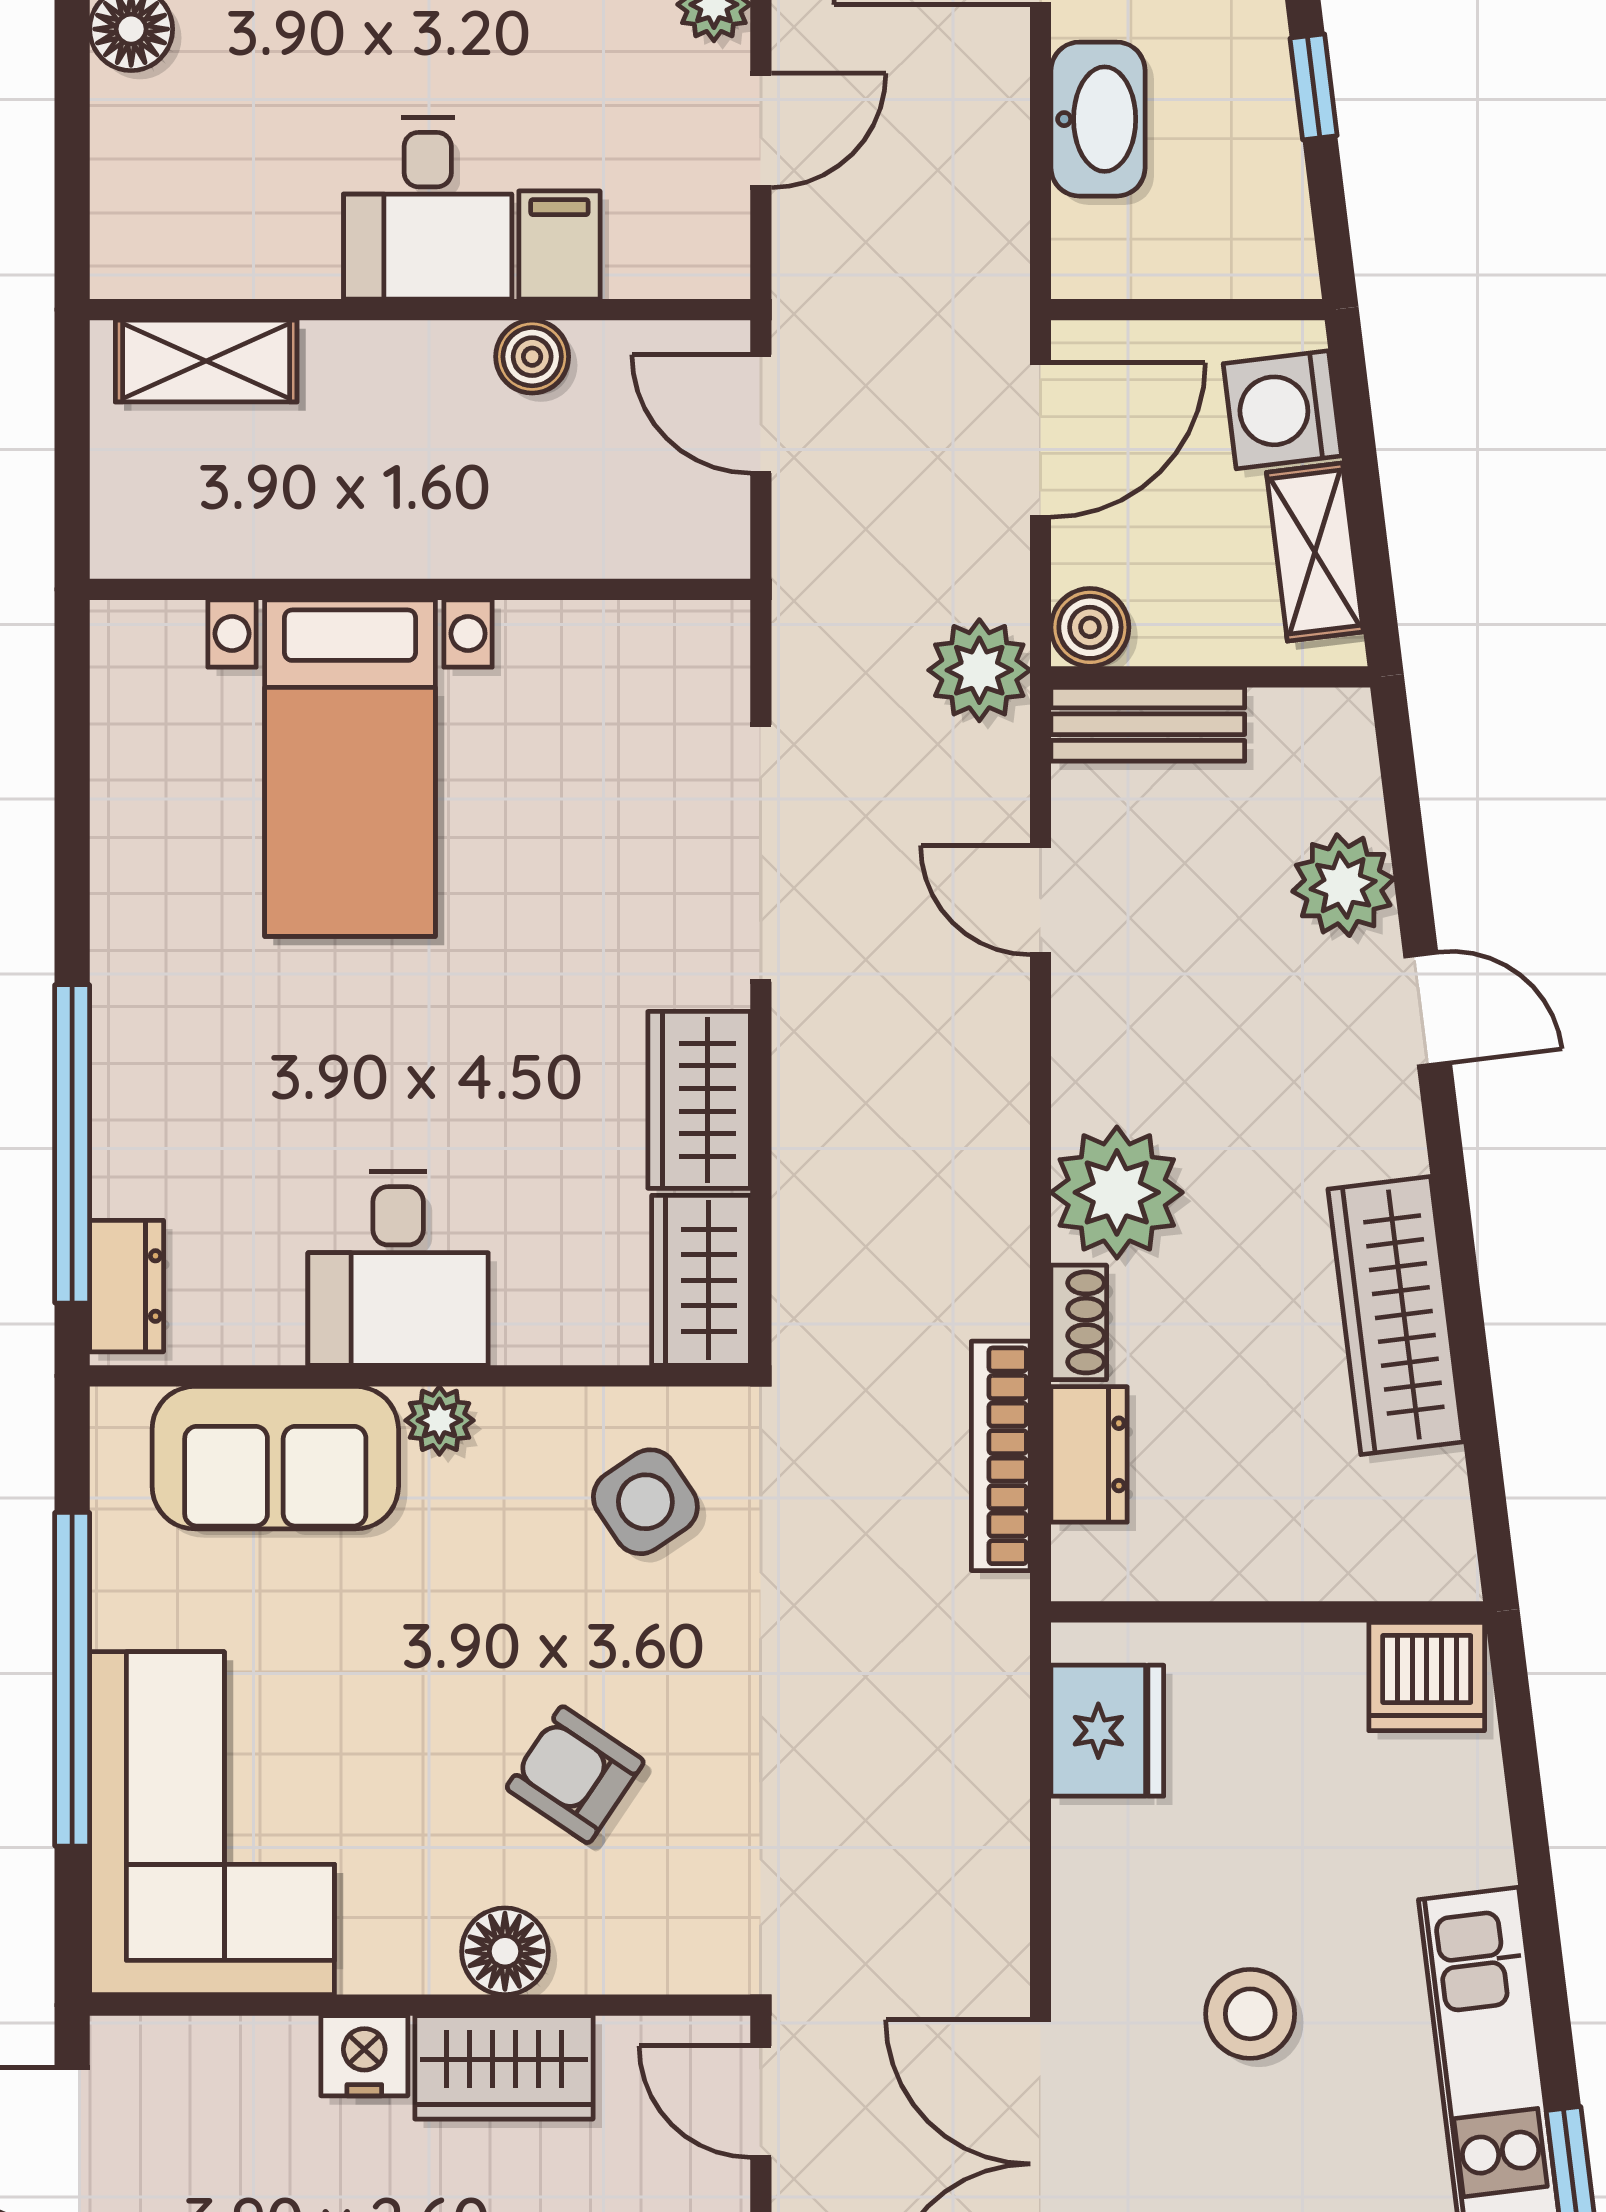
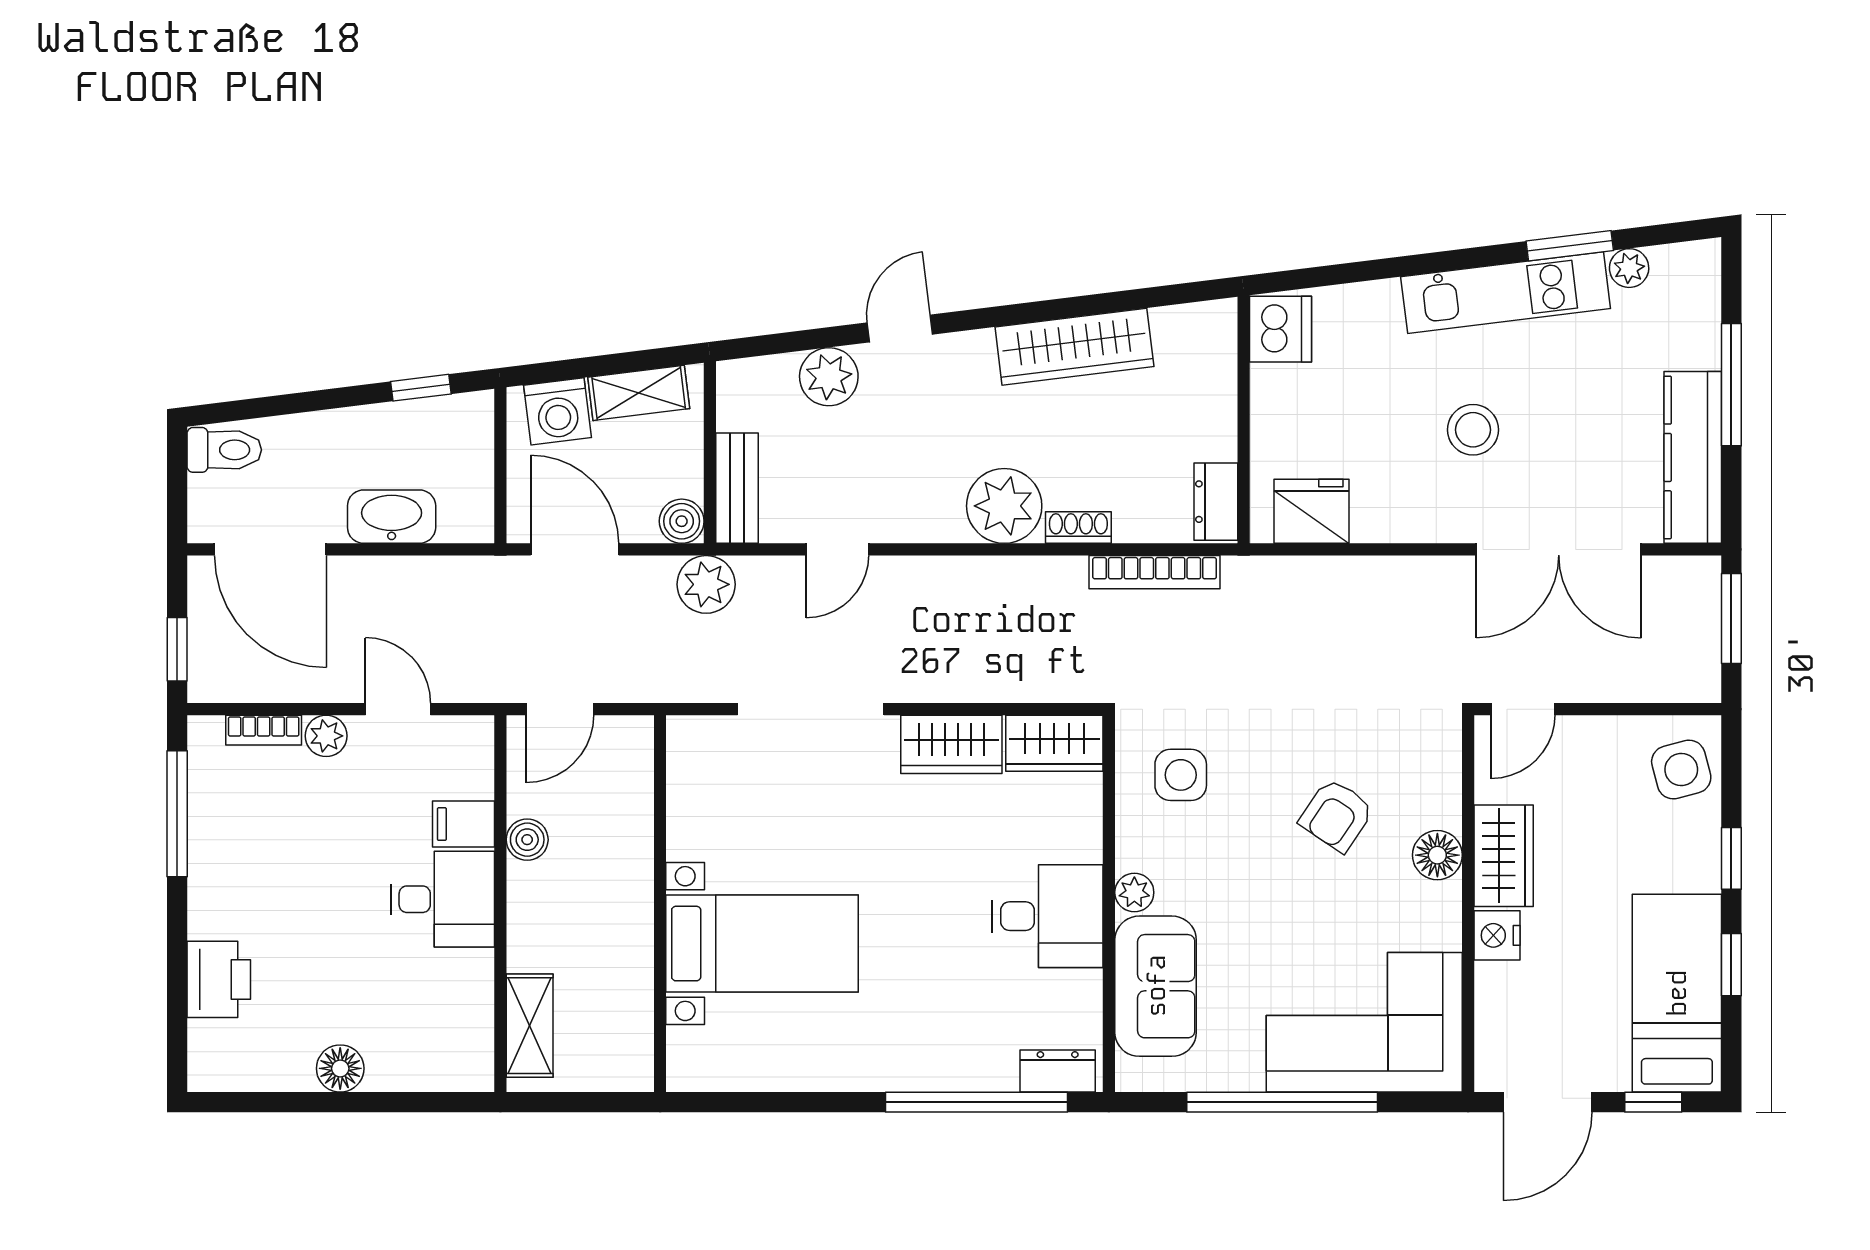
window: (1314, 87) -> (421, 388), moved
dresser: (1089, 1454) -> (1216, 502), moved, turned -90
side table: (645, 1502) -> (1181, 775), turned 34

